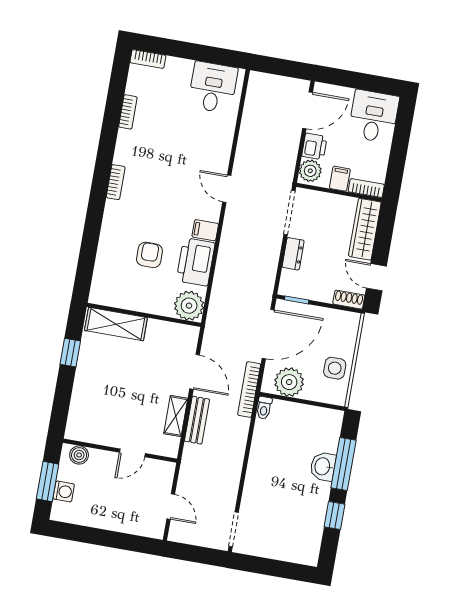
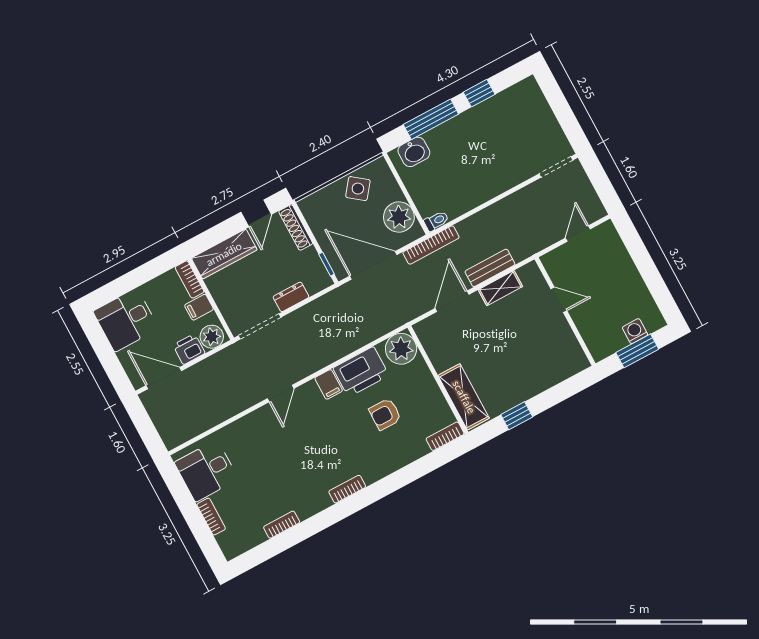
bookcase: (148, 59) -> (211, 517), moved
bookcase: (97, 287) -> (445, 436), added
shoe rack: (349, 300) -> (296, 227), width x1.43
side table: (335, 368) -> (358, 189), turned 38
boiler: (79, 455) -> (595, 342), removed
washbasin: (323, 466) -> (414, 152), moved

